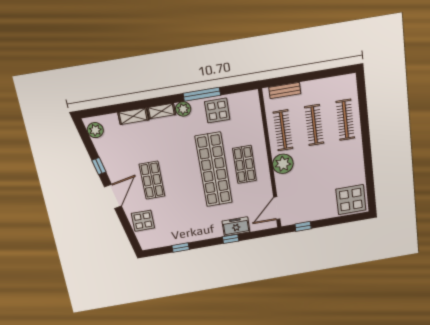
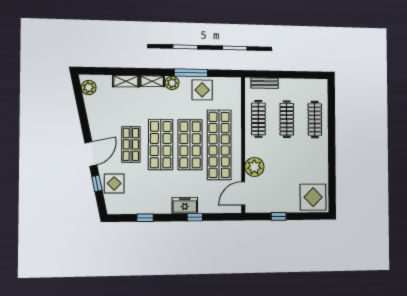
shop shelf: (244, 164) -> (219, 145), width x2.00, depth x1.36
plant: (283, 164) -> (254, 167), moved
window: (99, 166) -> (97, 183), moved
shop shelf: (214, 170) -> (190, 145), width x0.71
shop shelf: (183, 175) -> (161, 145), added
freezer: (236, 226) -> (185, 205), moved
window: (303, 226) -> (279, 216), moved

